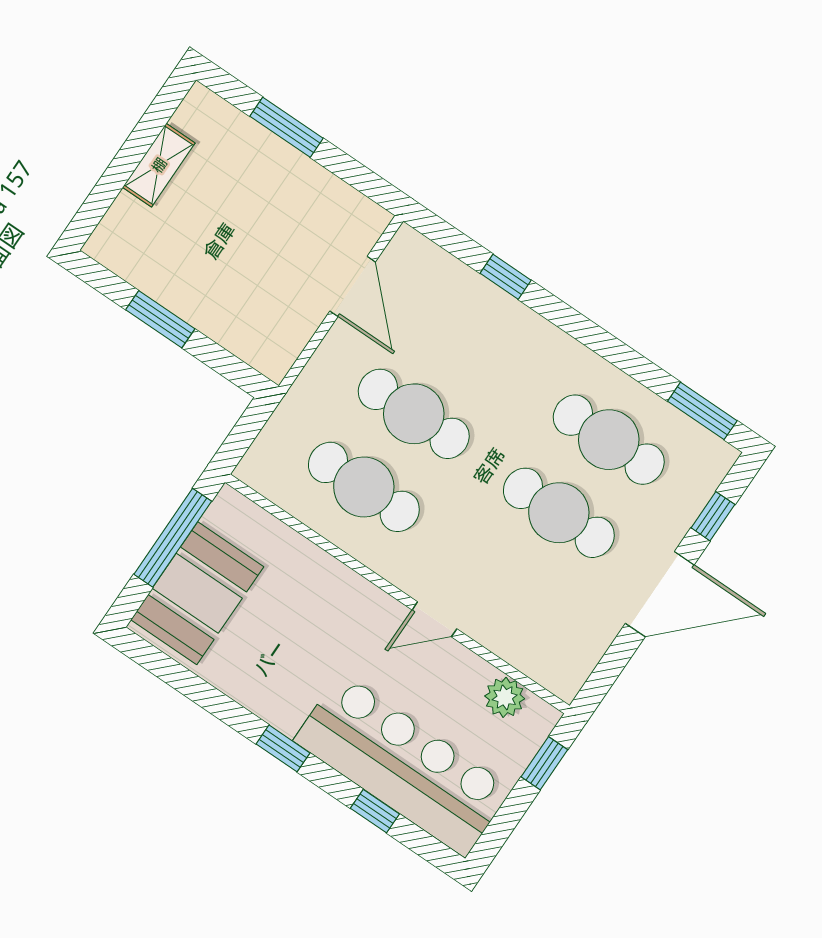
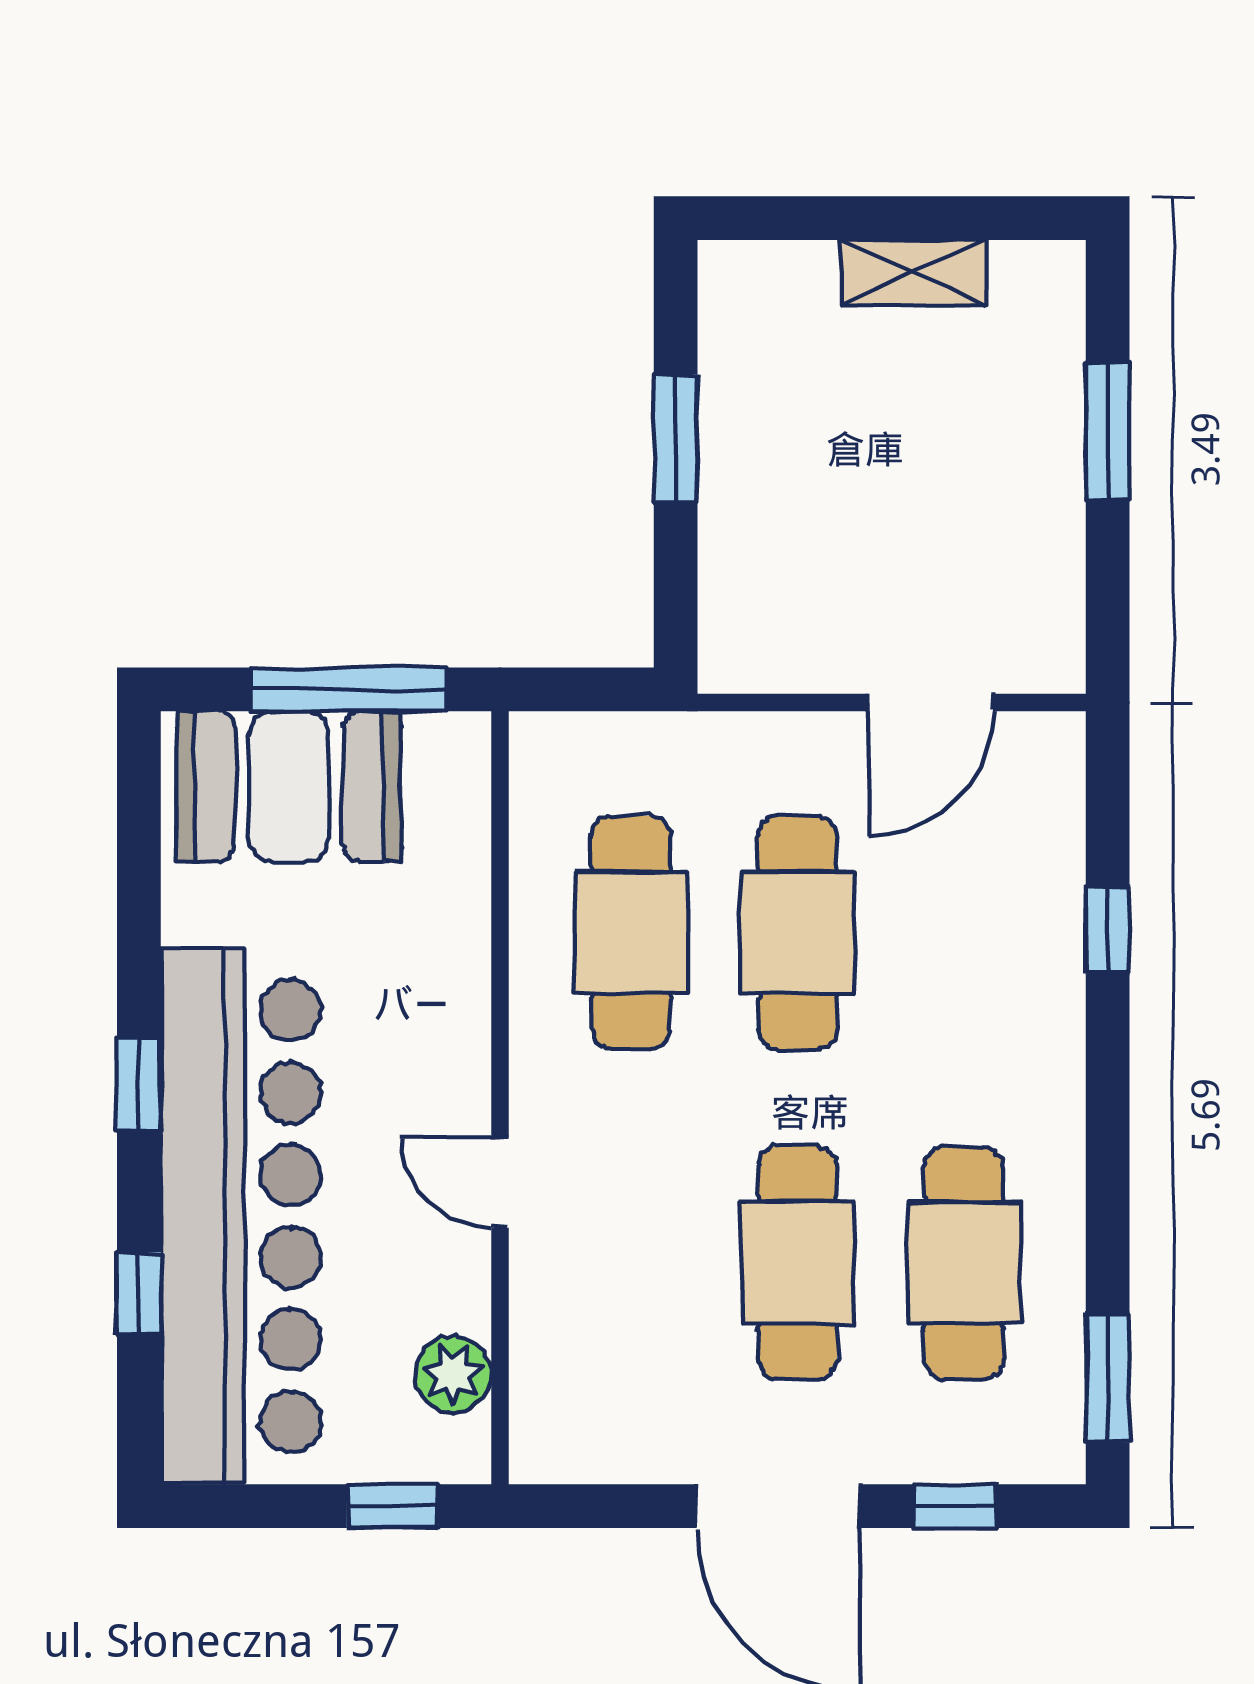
bar counter: (403, 765) -> (241, 1216), width x1.36

